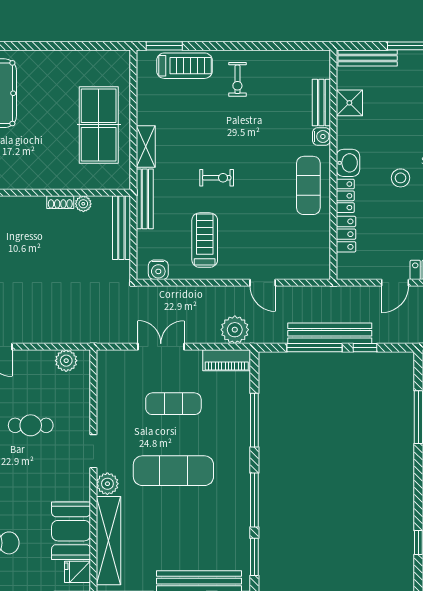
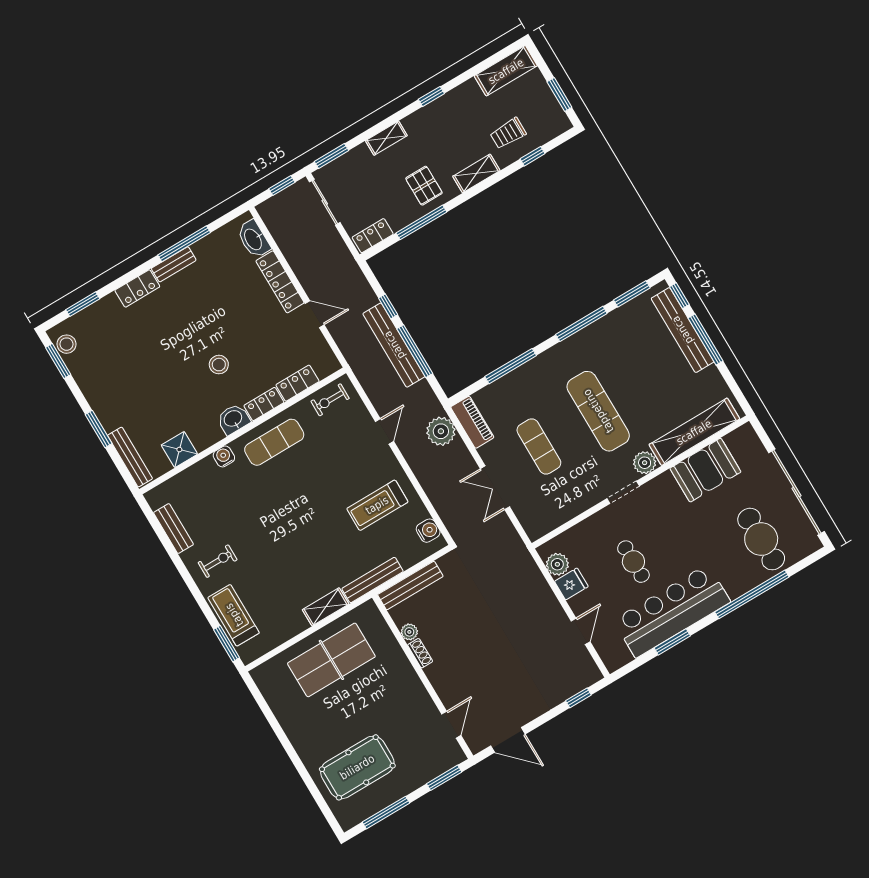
bench: (321, 103) -> (173, 529), moved, turned 90
exercise bike: (217, 178) -> (330, 400), moved, turned -90
fridge: (78, 572) -> (571, 584), moved, turned -90

